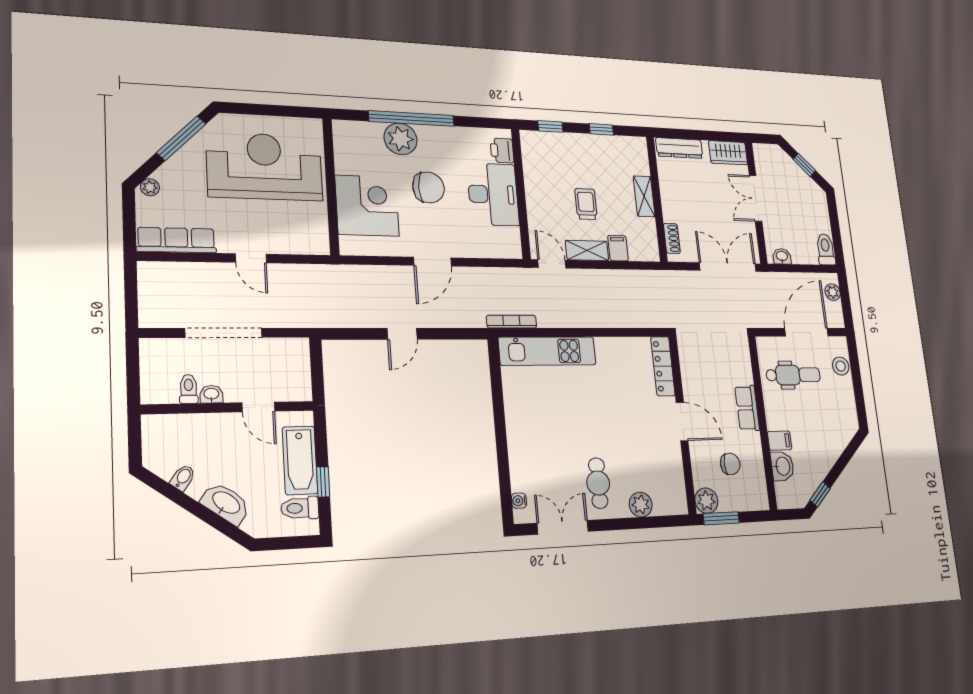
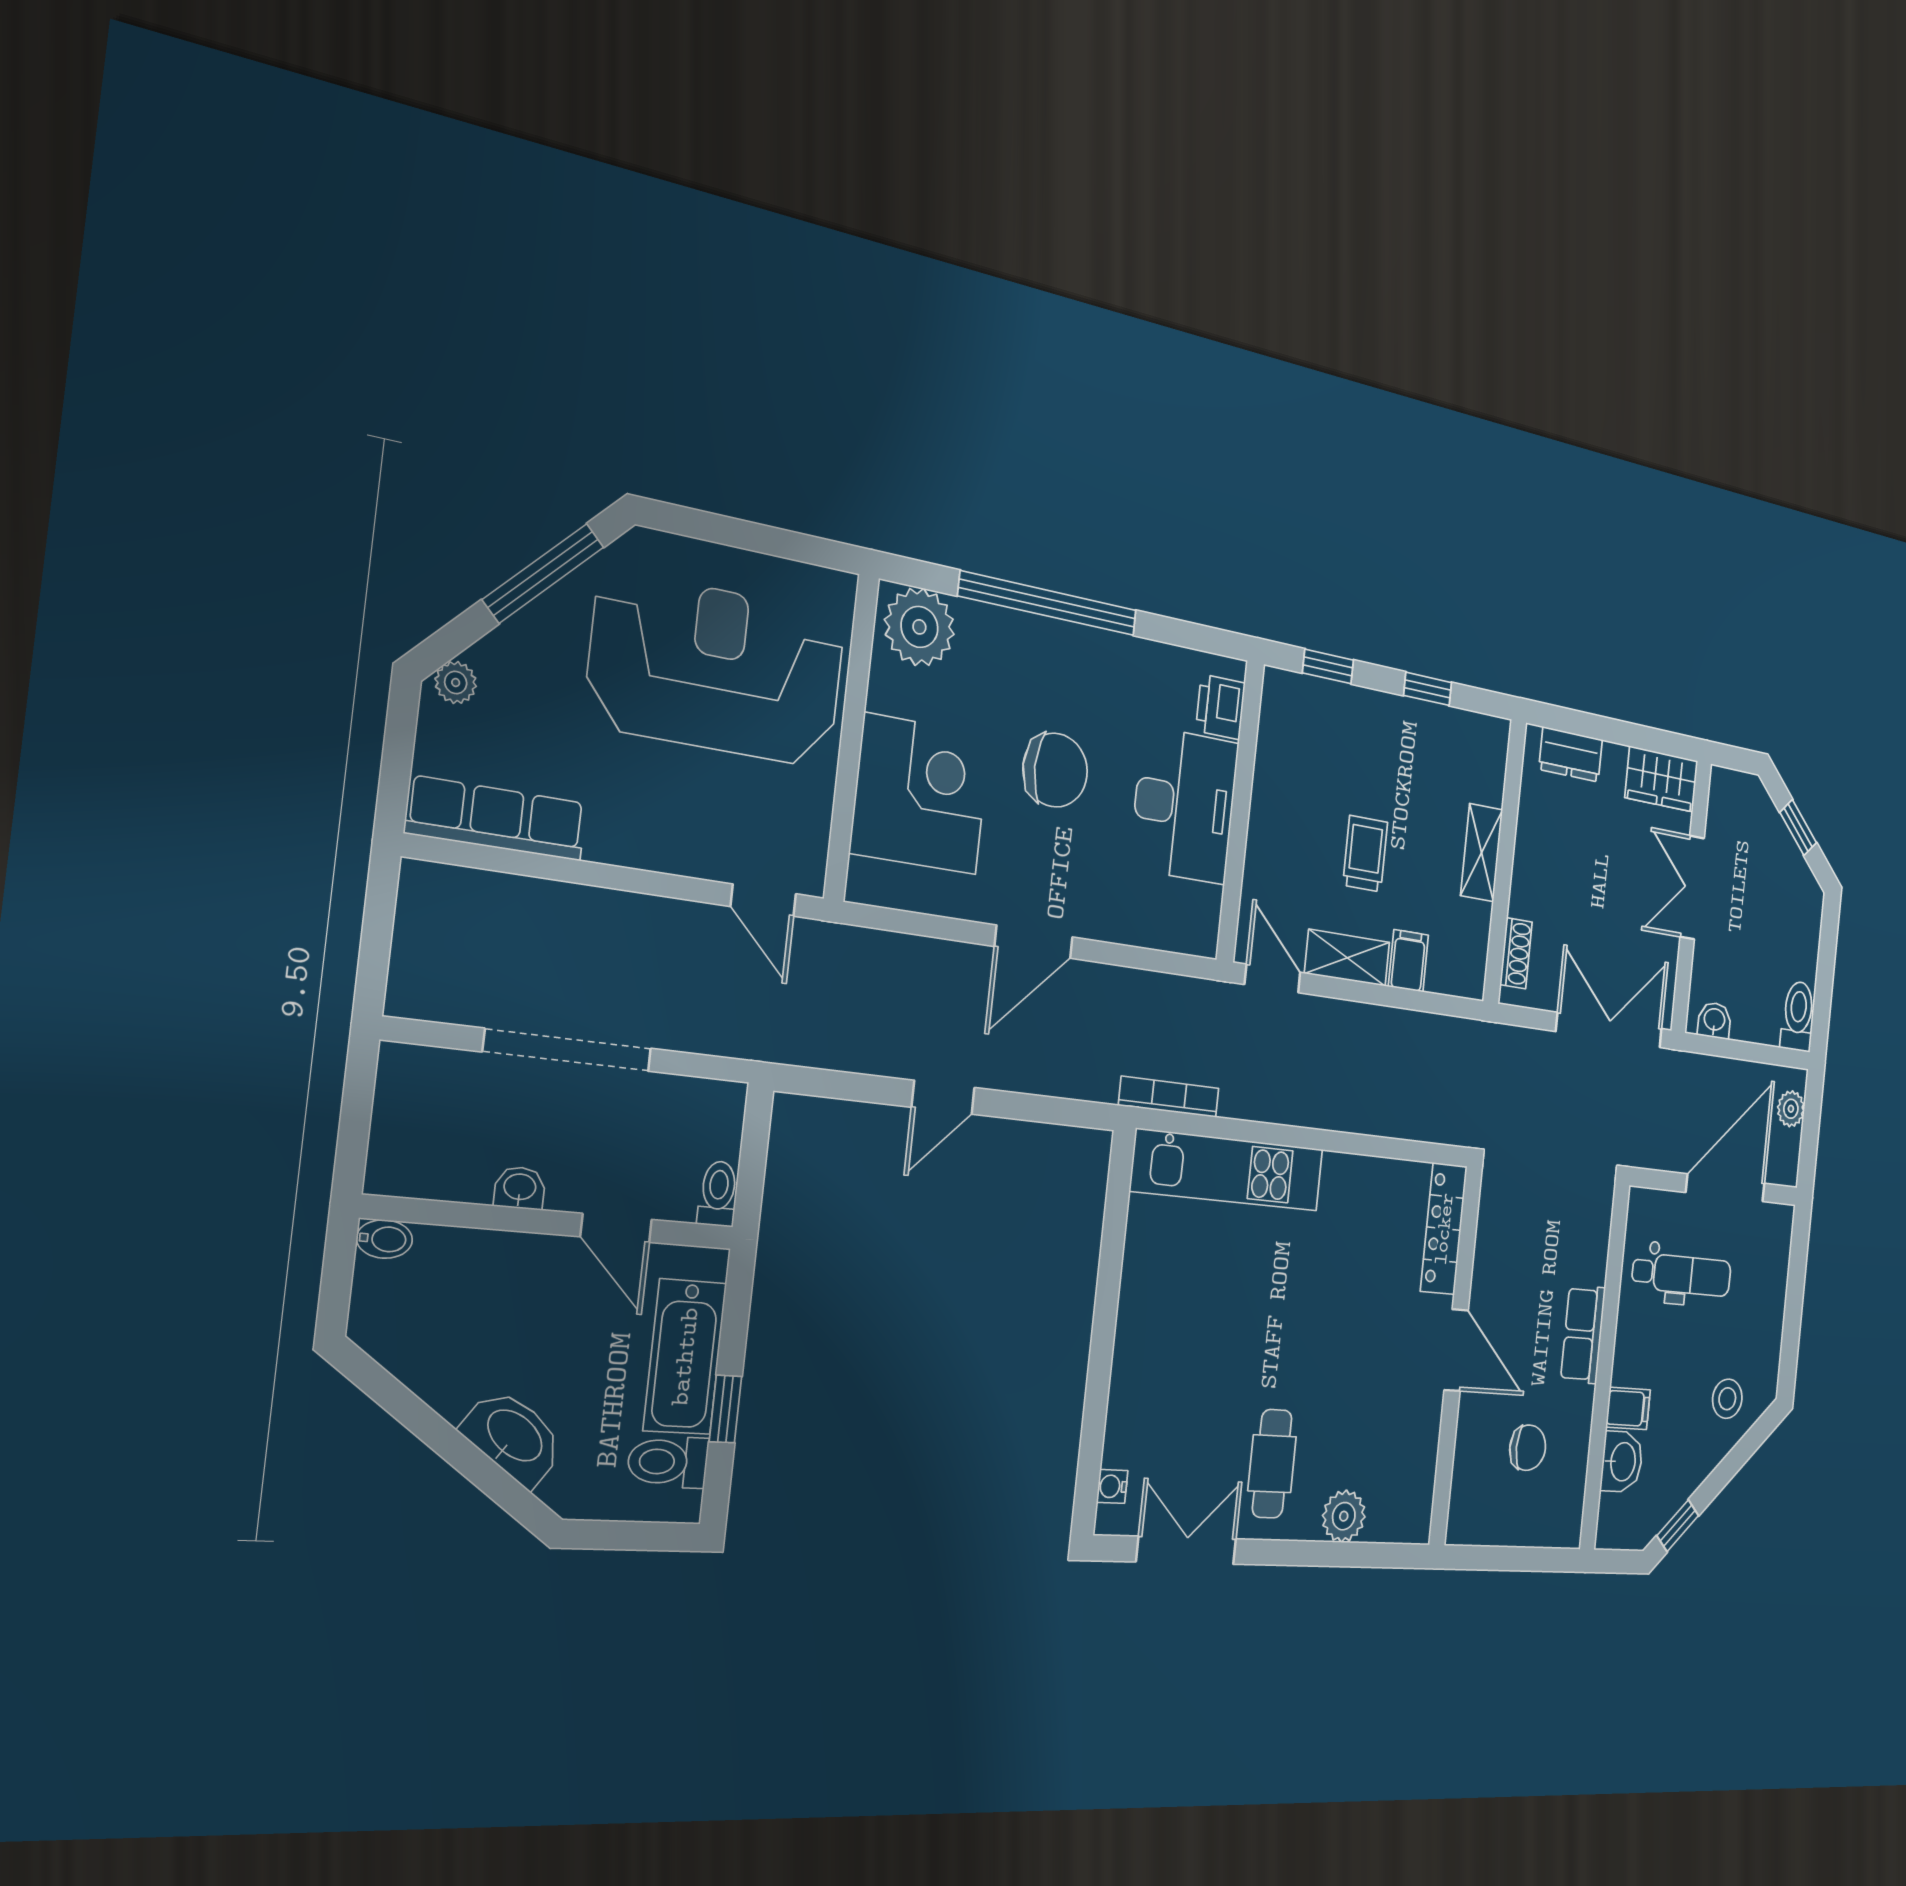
plant: (401, 139) -> (919, 627), moved
dresser: (679, 148) -> (1571, 754), width x0.70
door: (251, 258) -> (763, 900), moved
stool: (841, 366) -> (1727, 1399), moved
toilet: (189, 389) -> (718, 1194), moved
bidet: (183, 478) -> (384, 1239), moved, turned 54
plant: (706, 501) -> (1468, 1519), removed
window: (721, 518) -> (1488, 1558), removed

